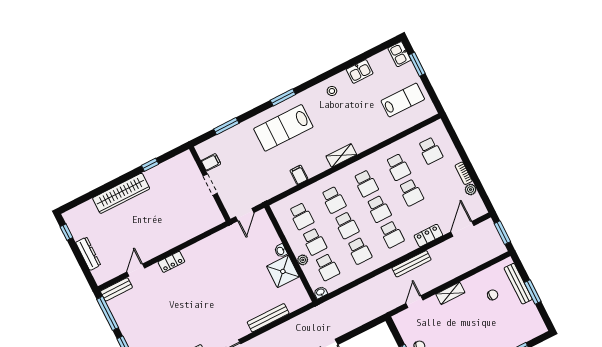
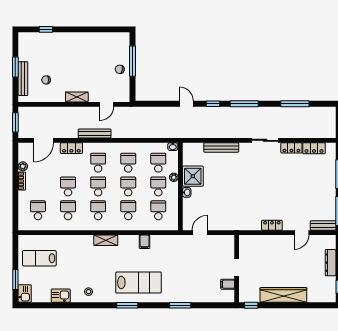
filing cabinet: (211, 162) -> (228, 284), moved
wall: (210, 184) -> (237, 269), moved
doorway: (210, 185) -> (237, 268), moved

